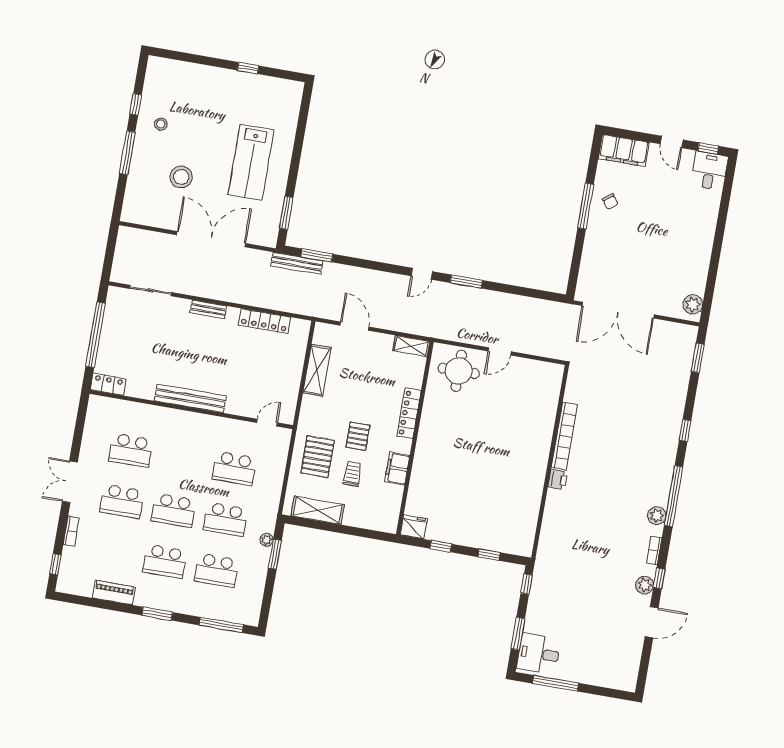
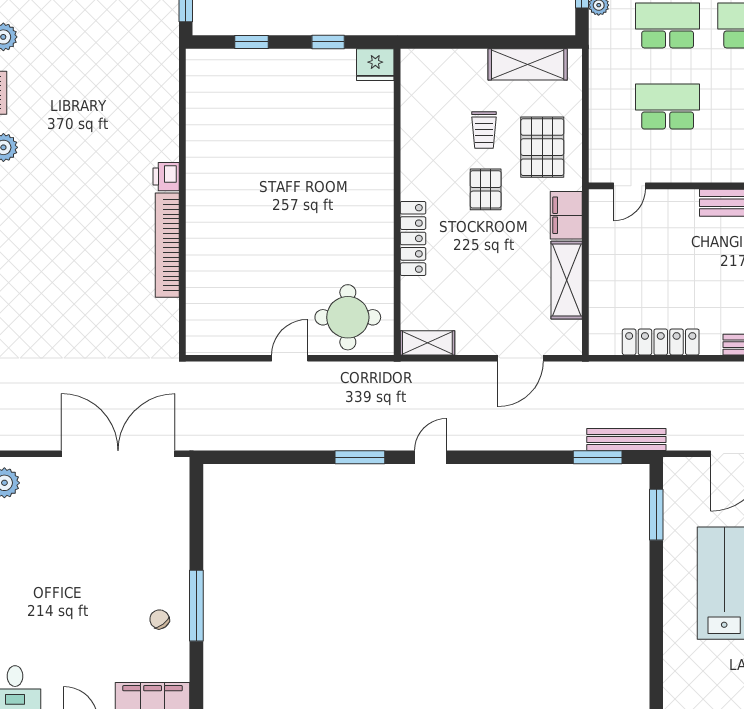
door: (354, 326) -> (521, 358), hinge flipped
filing cabinet: (397, 469) -> (566, 215), moved, turned 180

